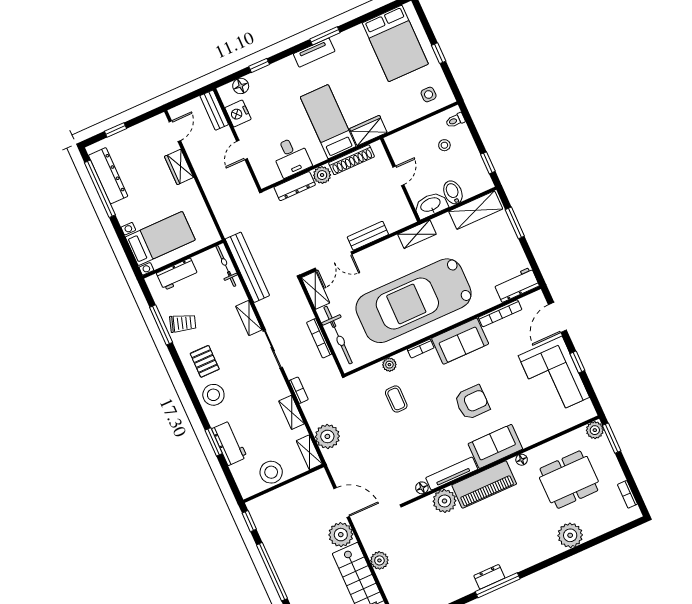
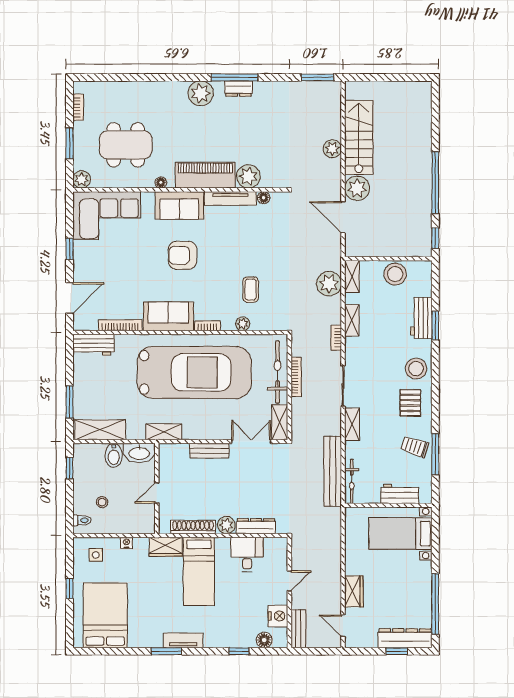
nightstand: (406, 118) -> (126, 543), added
door: (175, 131) -> (343, 626), hinge flipped
dresser: (108, 176) -> (405, 638), moved, turned 90
corner sofa: (554, 377) -> (107, 216), moved, turned 90
window: (612, 438) -> (70, 143), moved
plant: (570, 535) -> (201, 93), moved

